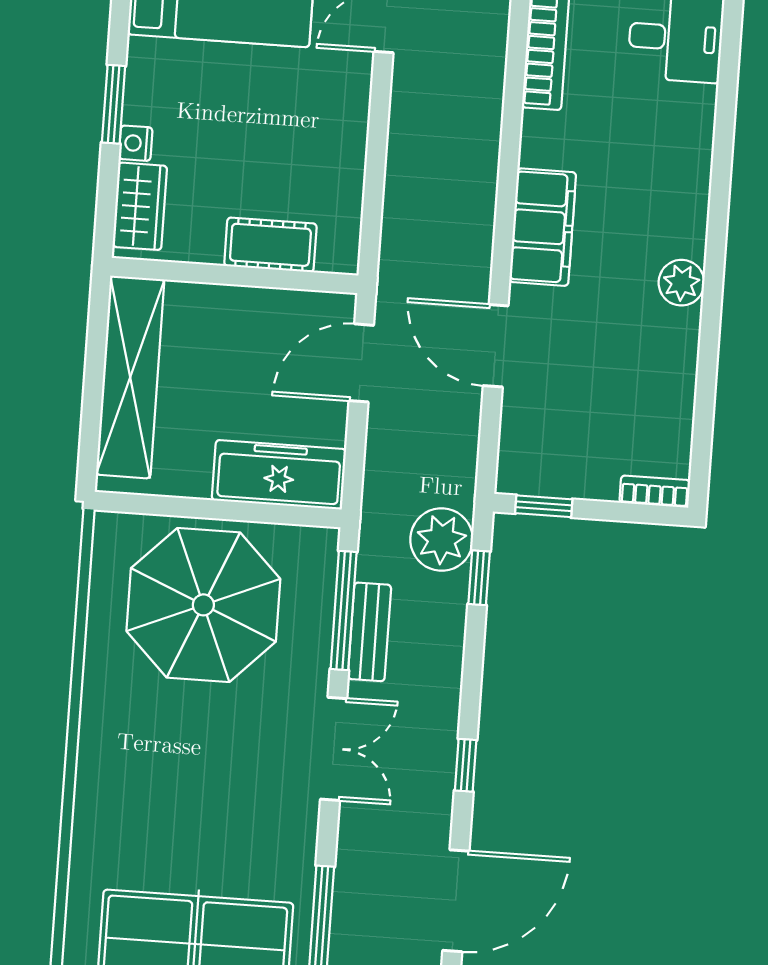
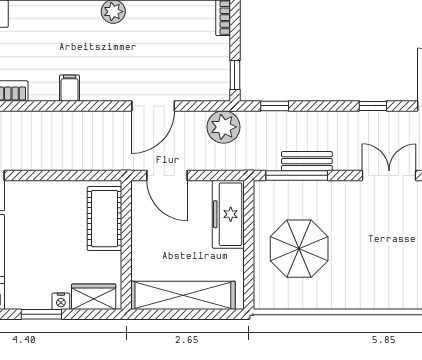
filing cabinet: (543, 227) -> (70, 88), width x0.33, depth x0.86
cot: (270, 245) -> (104, 219), width x1.37, depth x1.34
plant: (442, 539) -> (224, 127), moved
parasol: (203, 605) -> (299, 249), width x0.73, depth x0.73
double door: (334, 749) -> (389, 175), moved

